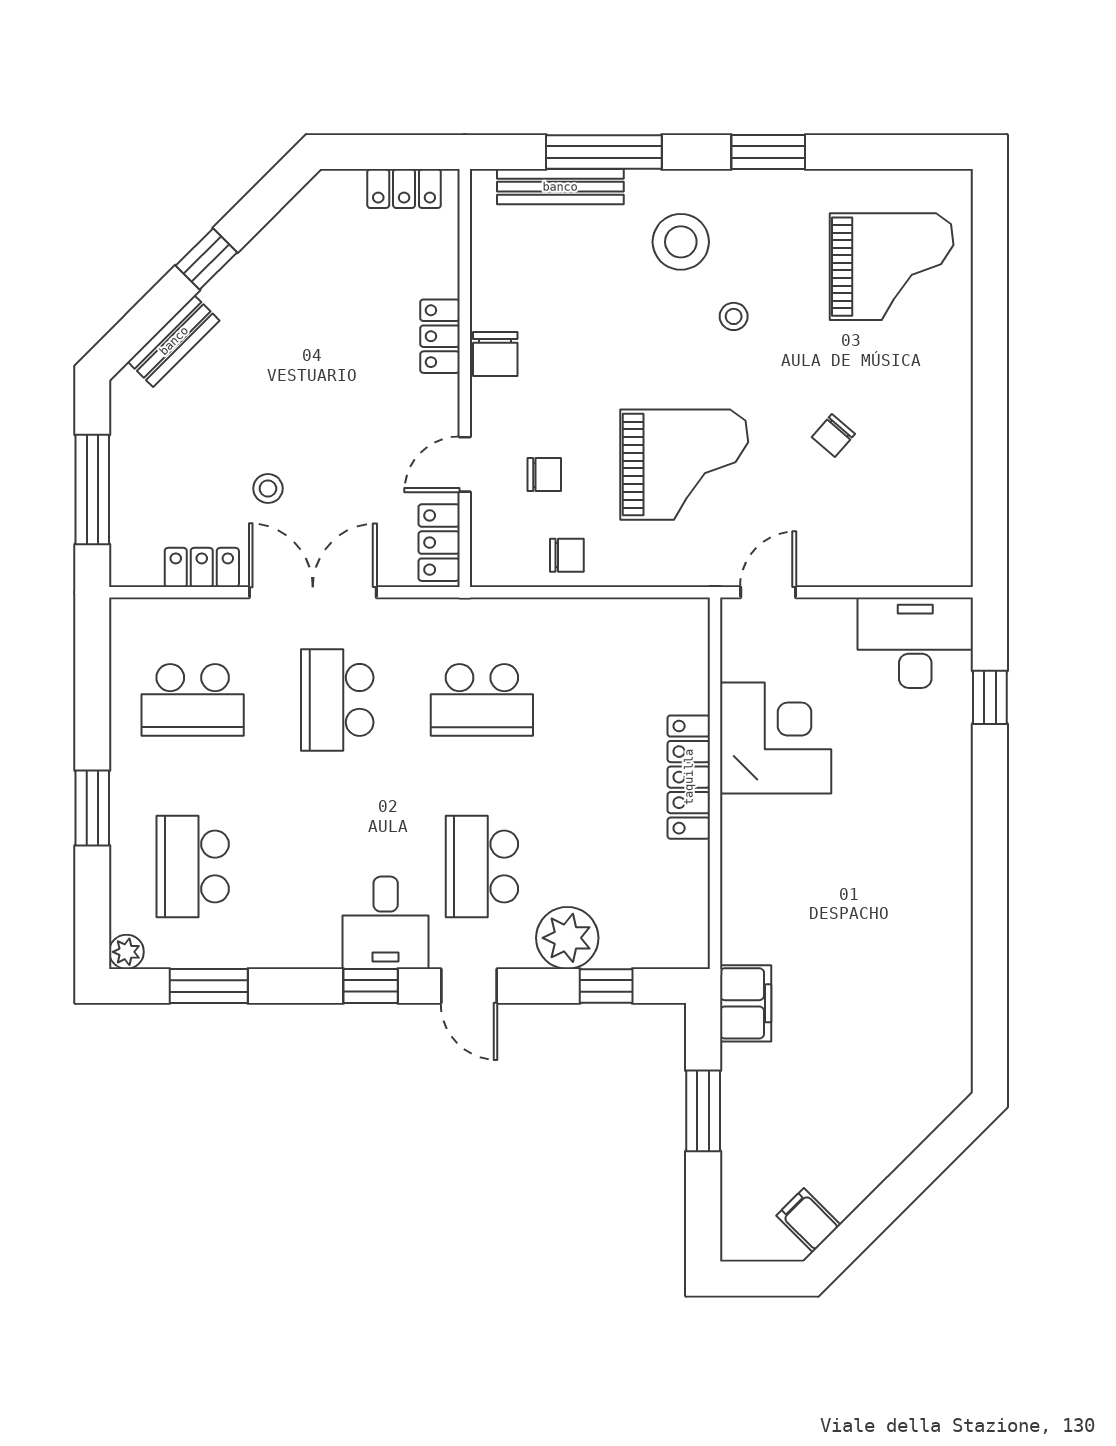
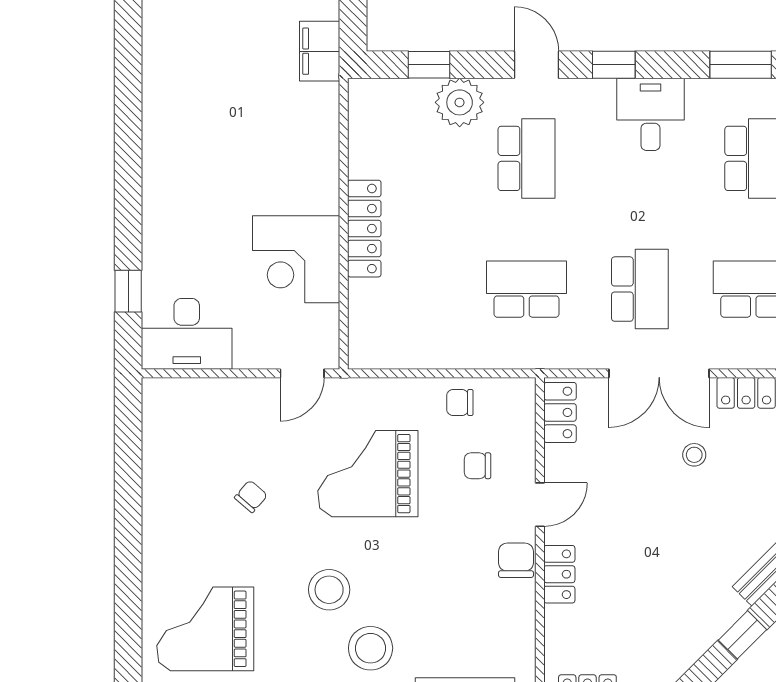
stool: (734, 316) -> (329, 590), width x1.89, depth x1.89
door: (465, 464) -> (540, 505), moved
desk: (386, 923) -> (650, 114), moved

